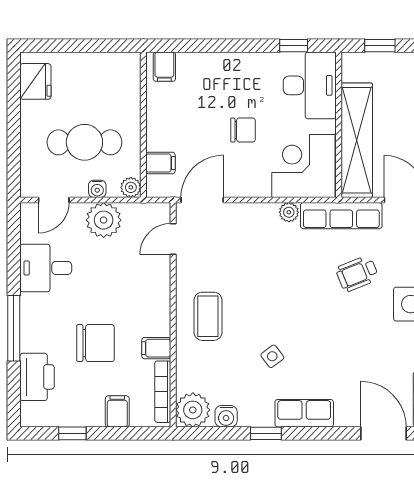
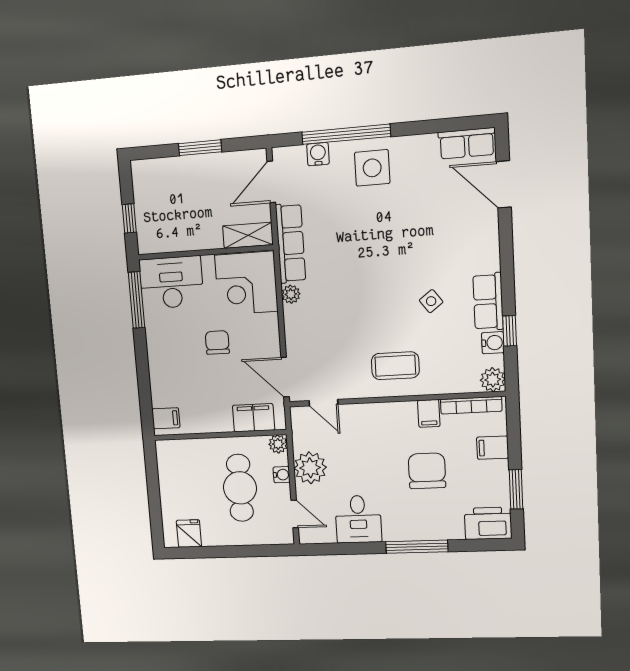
window: (294, 46) -> (137, 300), width x2.17
fridge: (35, 81) -> (189, 534), width x0.72
shelving: (357, 140) -> (248, 235), width x0.45, depth x0.75
filing cabinet: (160, 163) -> (254, 418), width x2.00
wheelchair: (357, 274) -> (345, 223), removed
printer: (37, 377) -> (488, 523), moved
plant: (193, 410) -> (493, 380), width x0.73, depth x0.73
row of seats: (304, 413) -> (488, 302), moved
window: (72, 433) -> (516, 489), width x1.50
window: (266, 433) -> (510, 331), moved
door: (384, 433) -> (504, 184), hinge flipped

